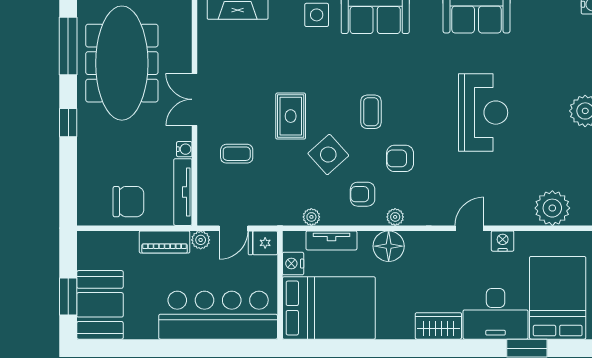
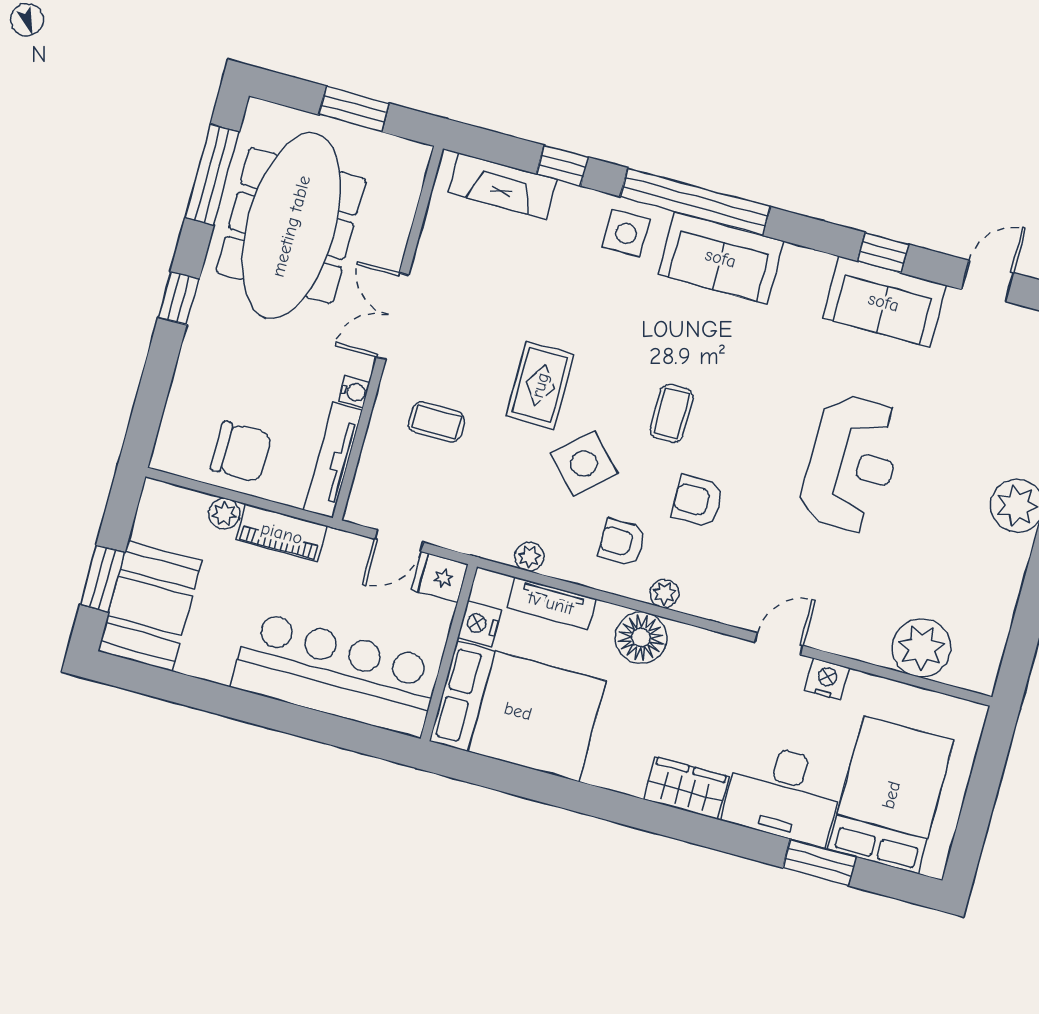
plant: (201, 240) -> (224, 514), moved

